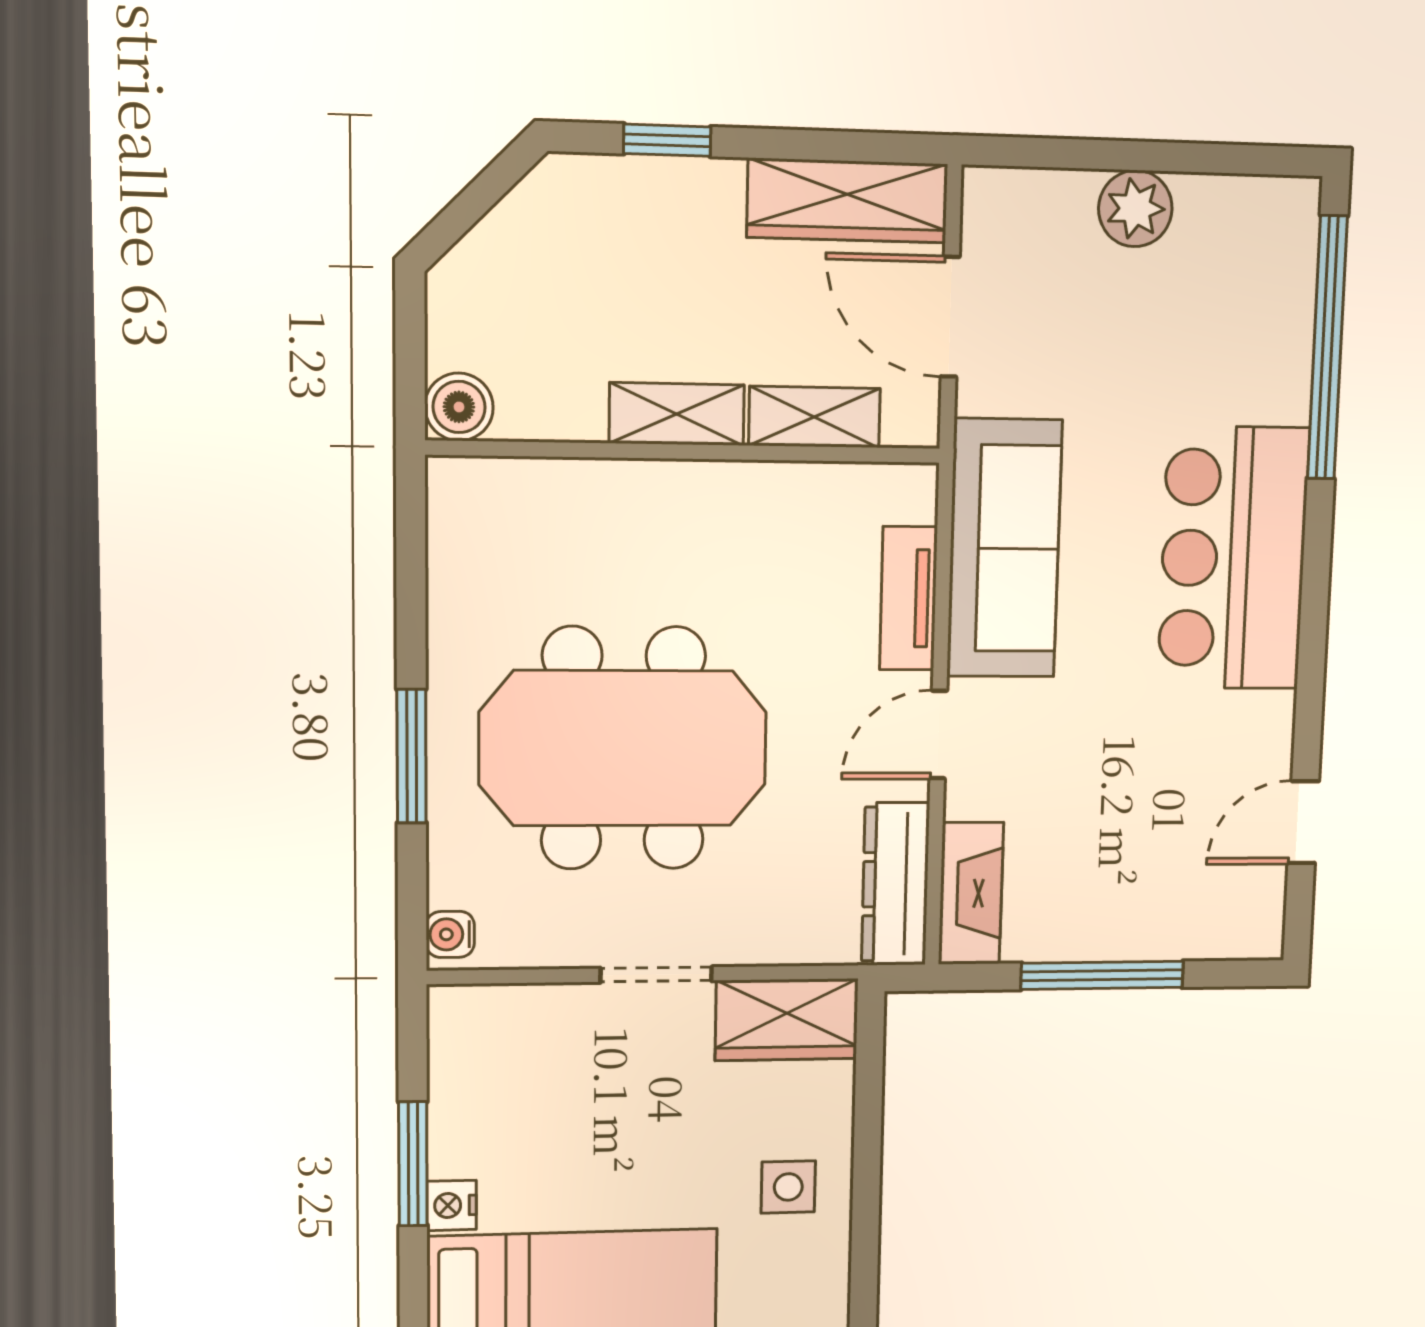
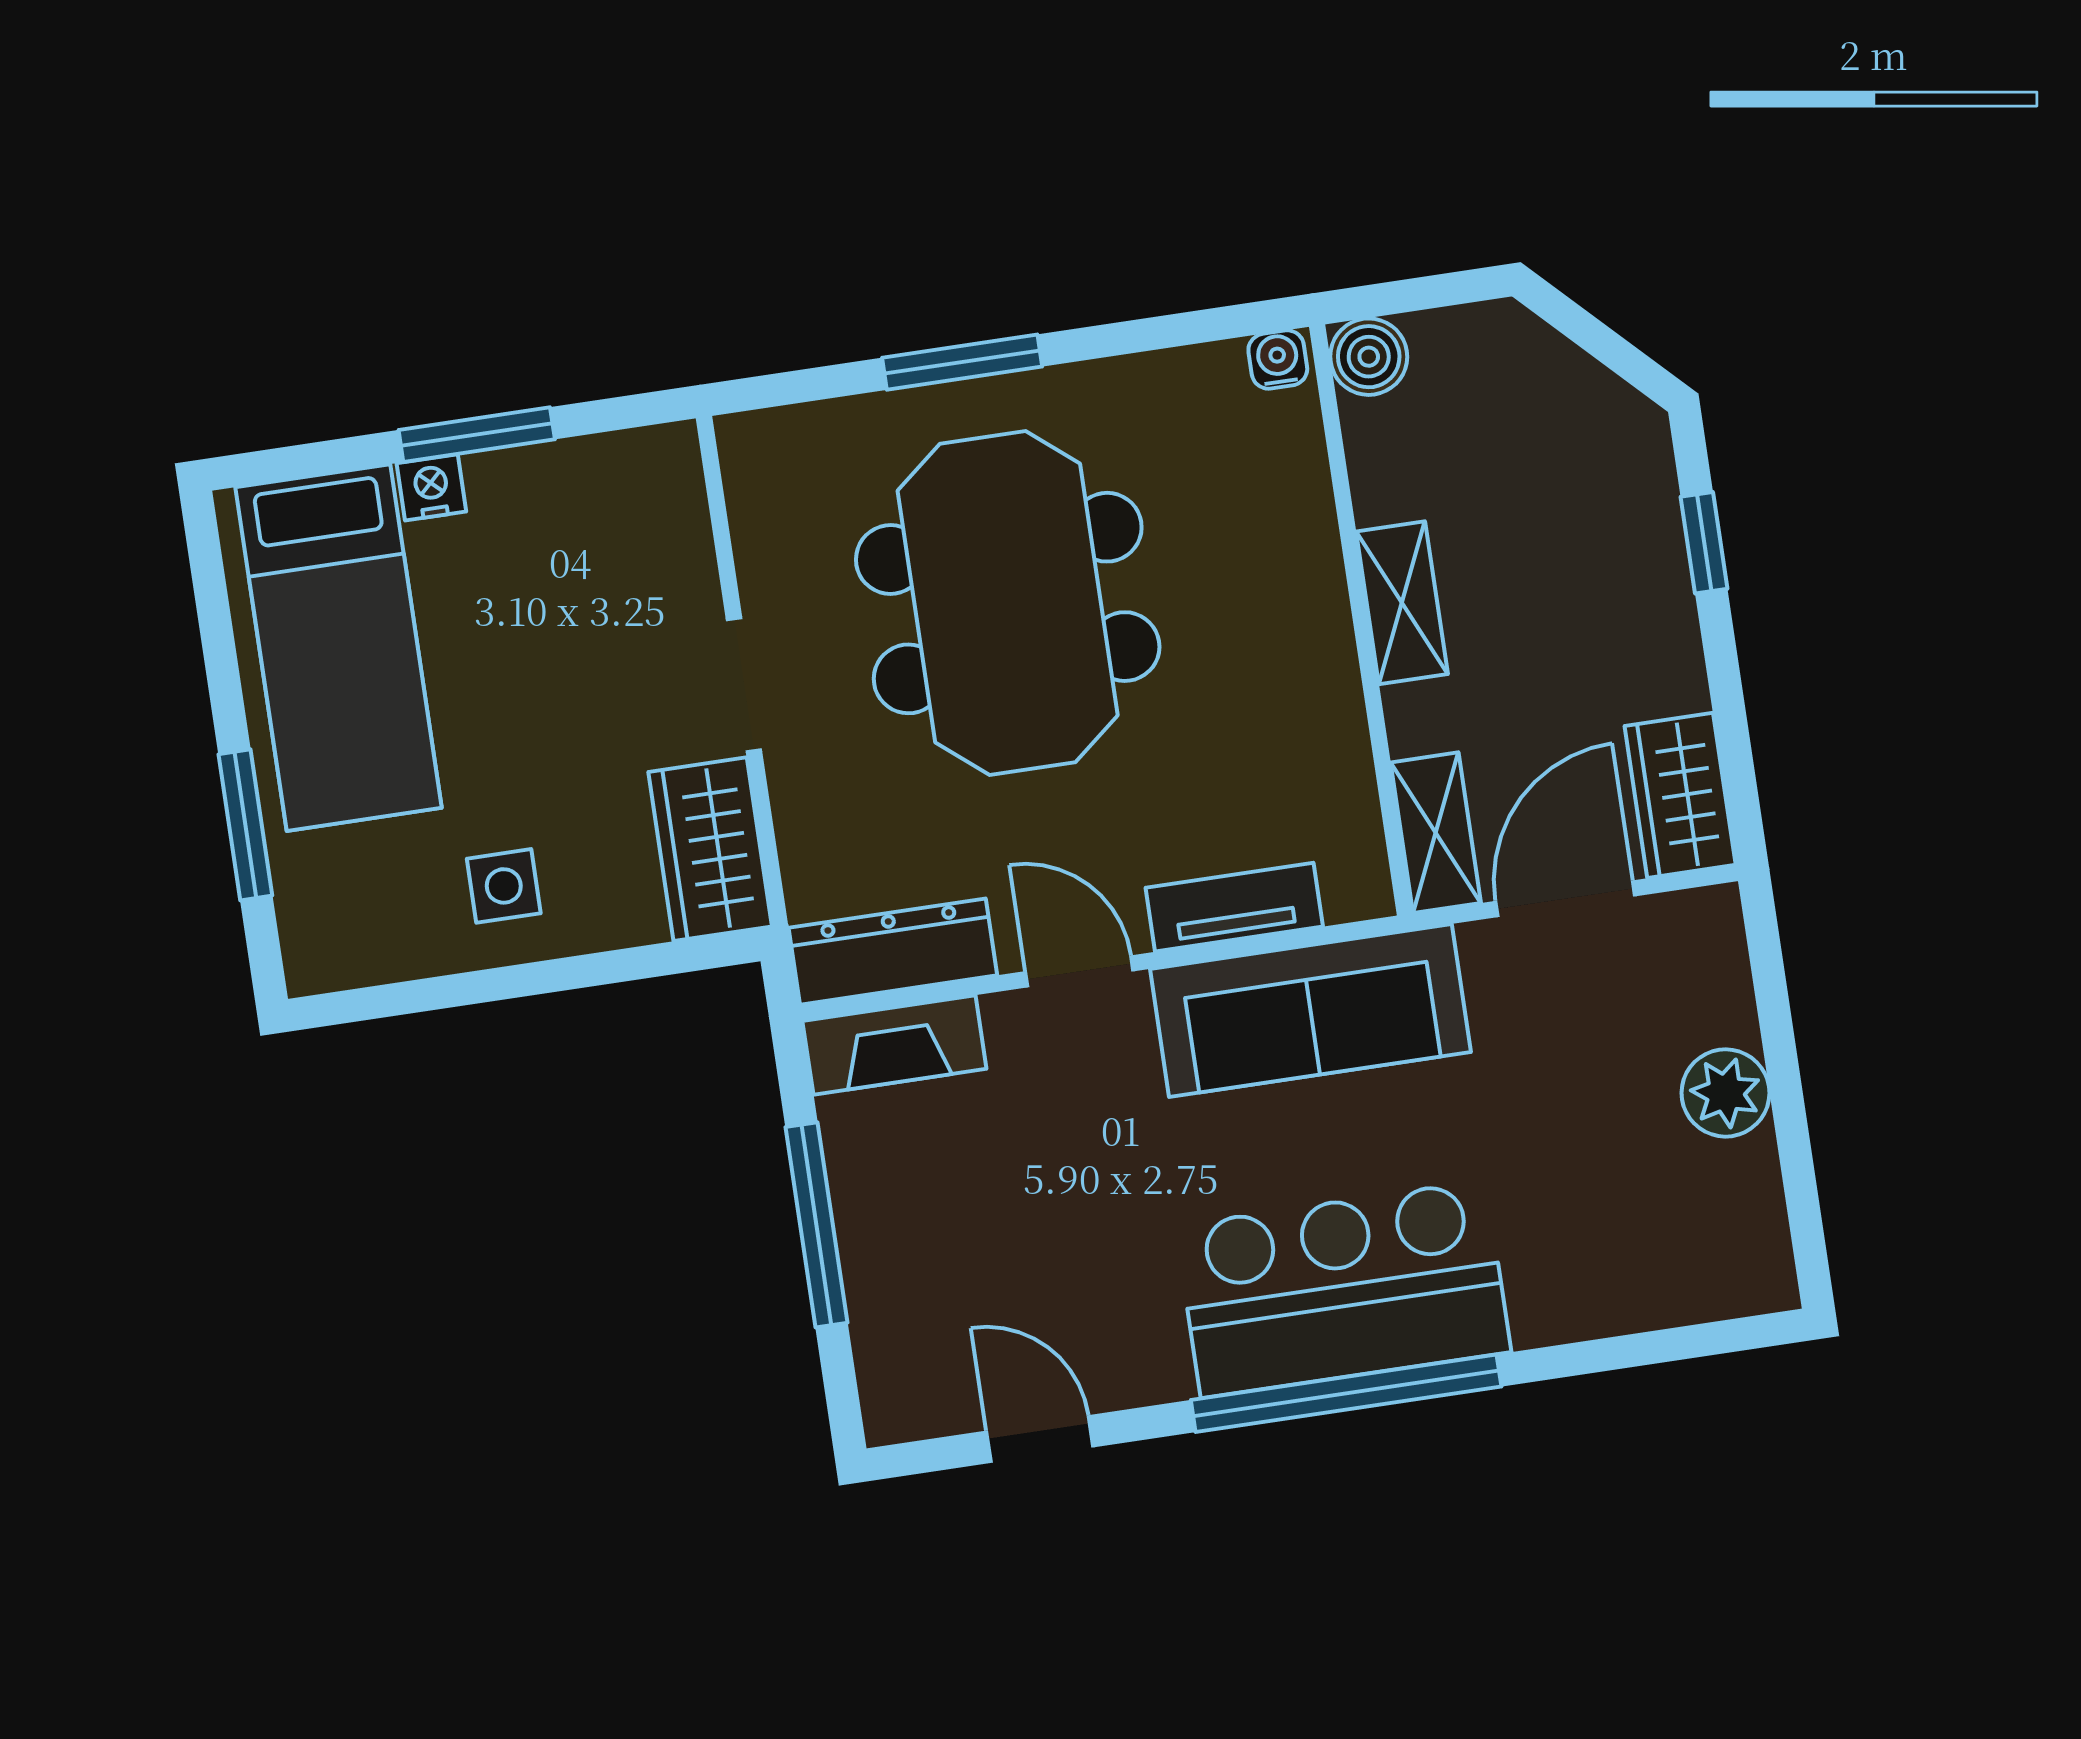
wardrobe: (847, 201) -> (1680, 795), width x0.67
window: (1327, 348) -> (1346, 1393), moved
shelving: (814, 417) -> (1436, 833), moved
water cooler: (450, 934) -> (1278, 360), moved

